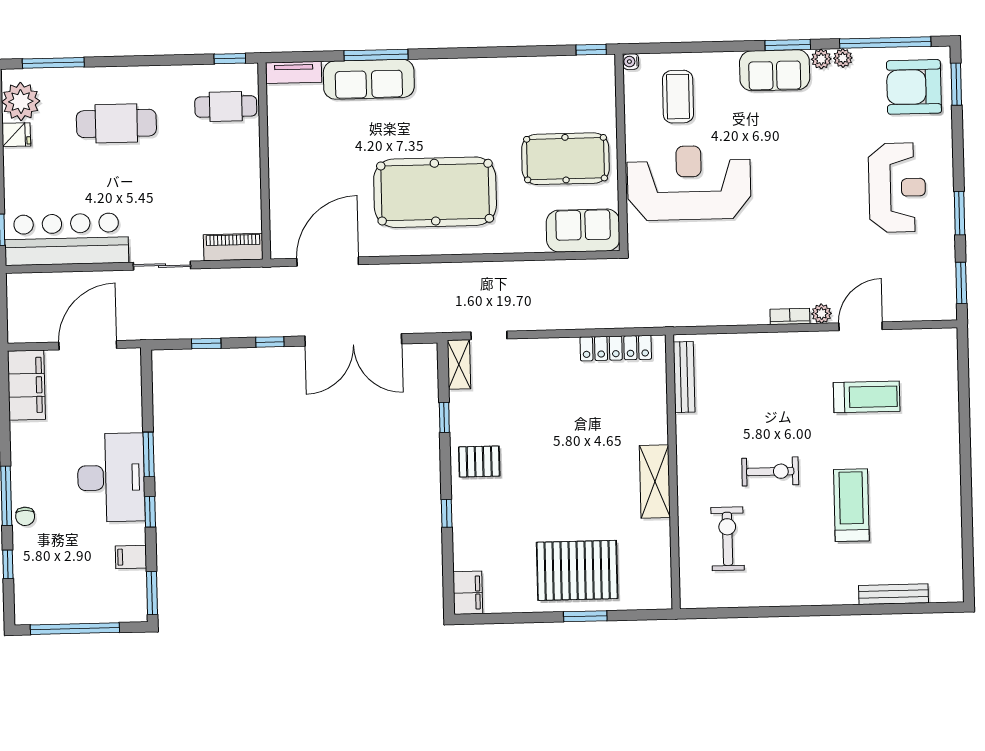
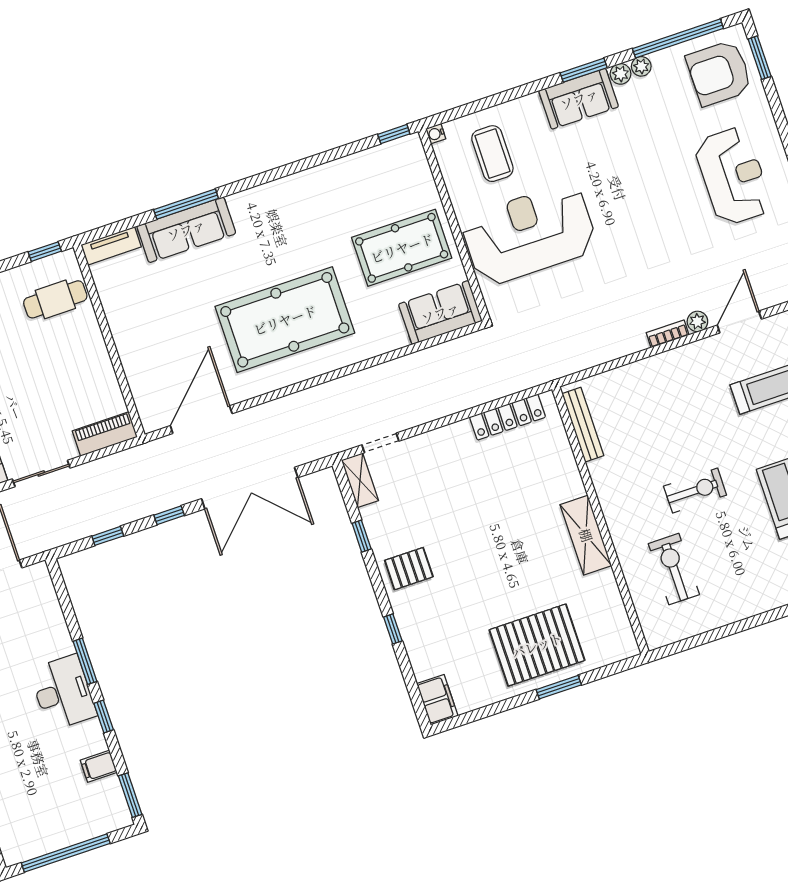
desk: (111, 478) -> (63, 693), width x0.73, depth x0.77

